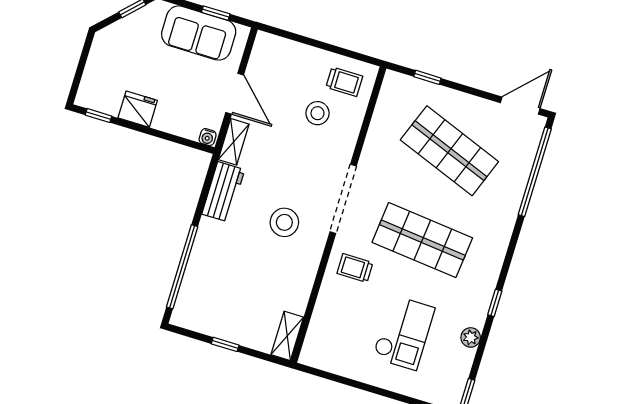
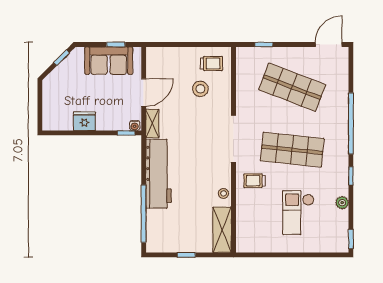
door: (235, 94) -> (144, 92), hinge flipped
window: (99, 116) -> (126, 133), moved
window: (535, 172) -> (351, 124), moved
workbench: (223, 192) -> (158, 174), width x1.88, depth x1.32
stool: (284, 222) -> (223, 193), moved, width x0.53, depth x0.53
checkout: (404, 333) -> (298, 213), turned 180
shelving: (287, 336) -> (222, 230), width x1.50, depth x1.33

